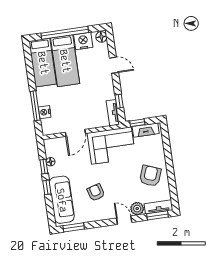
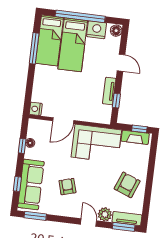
window: (35, 106) -> (34, 48), moved
nightstand: (45, 112) -> (36, 109), moved
tv unit: (113, 113) -> (109, 91), moved
window: (137, 123) -> (139, 129), moved
window: (47, 187) -> (17, 184), moved

